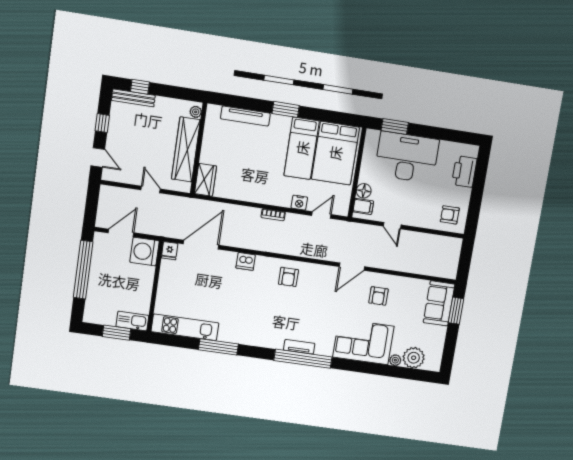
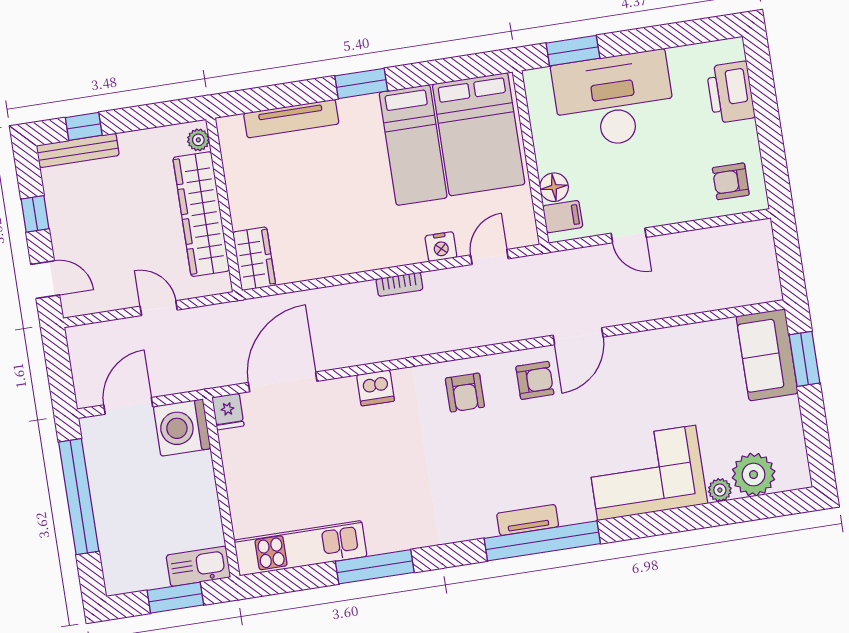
armchair: (378, 296) -> (535, 380), moved, turned -90

